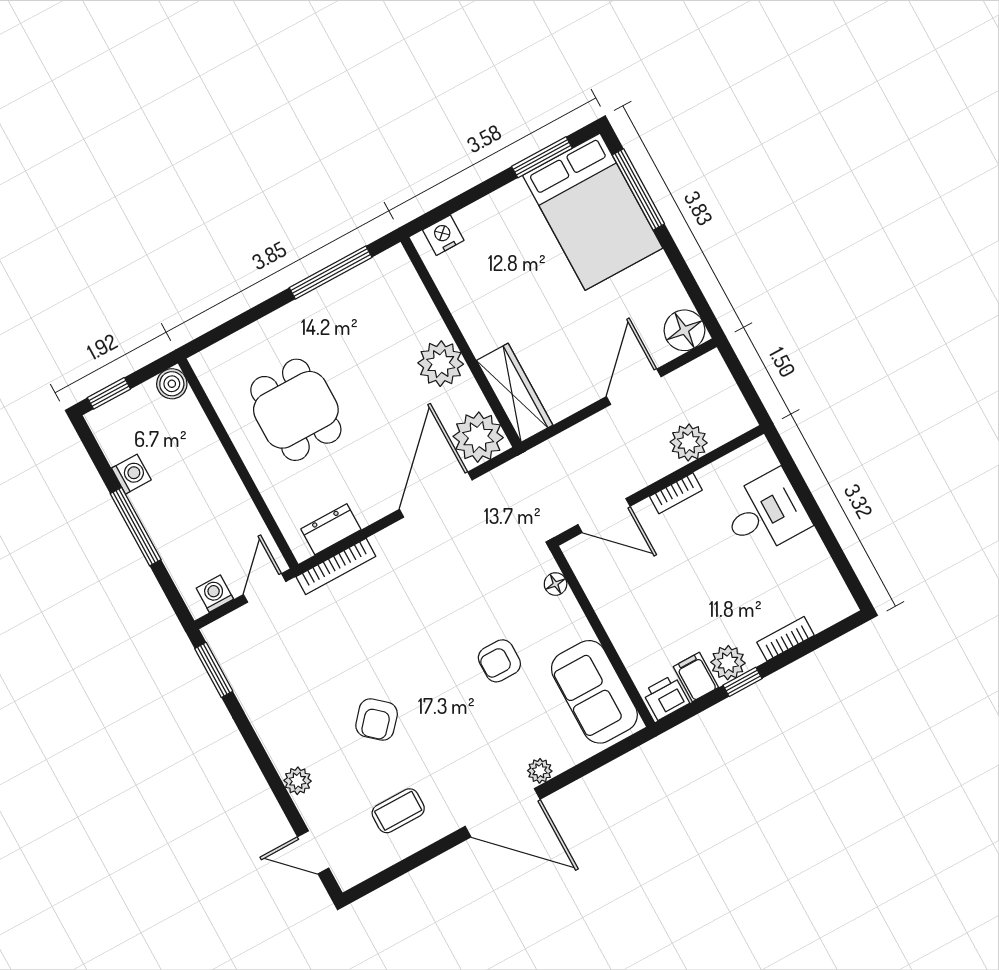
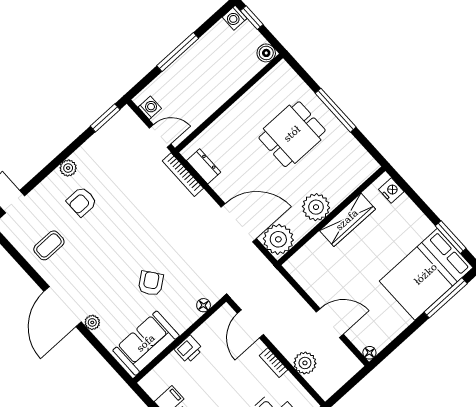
window: (331, 273) -> (336, 110), moved
floor lamp: (684, 330) -> (369, 353), width x0.53, depth x0.53
wardrobe: (515, 393) -> (347, 220), moved
dining table: (296, 410) -> (292, 134), moved
washing machine: (131, 474) -> (235, 18), moved, turned 90
armchair: (499, 661) -> (151, 283), turned 53
printer: (666, 697) -> (189, 349), moved, turned 90
armchair: (377, 720) -> (82, 202), moved, turned -41
plant: (298, 781) -> (68, 168), moved
coffee table: (398, 811) -> (49, 245), turned 90

